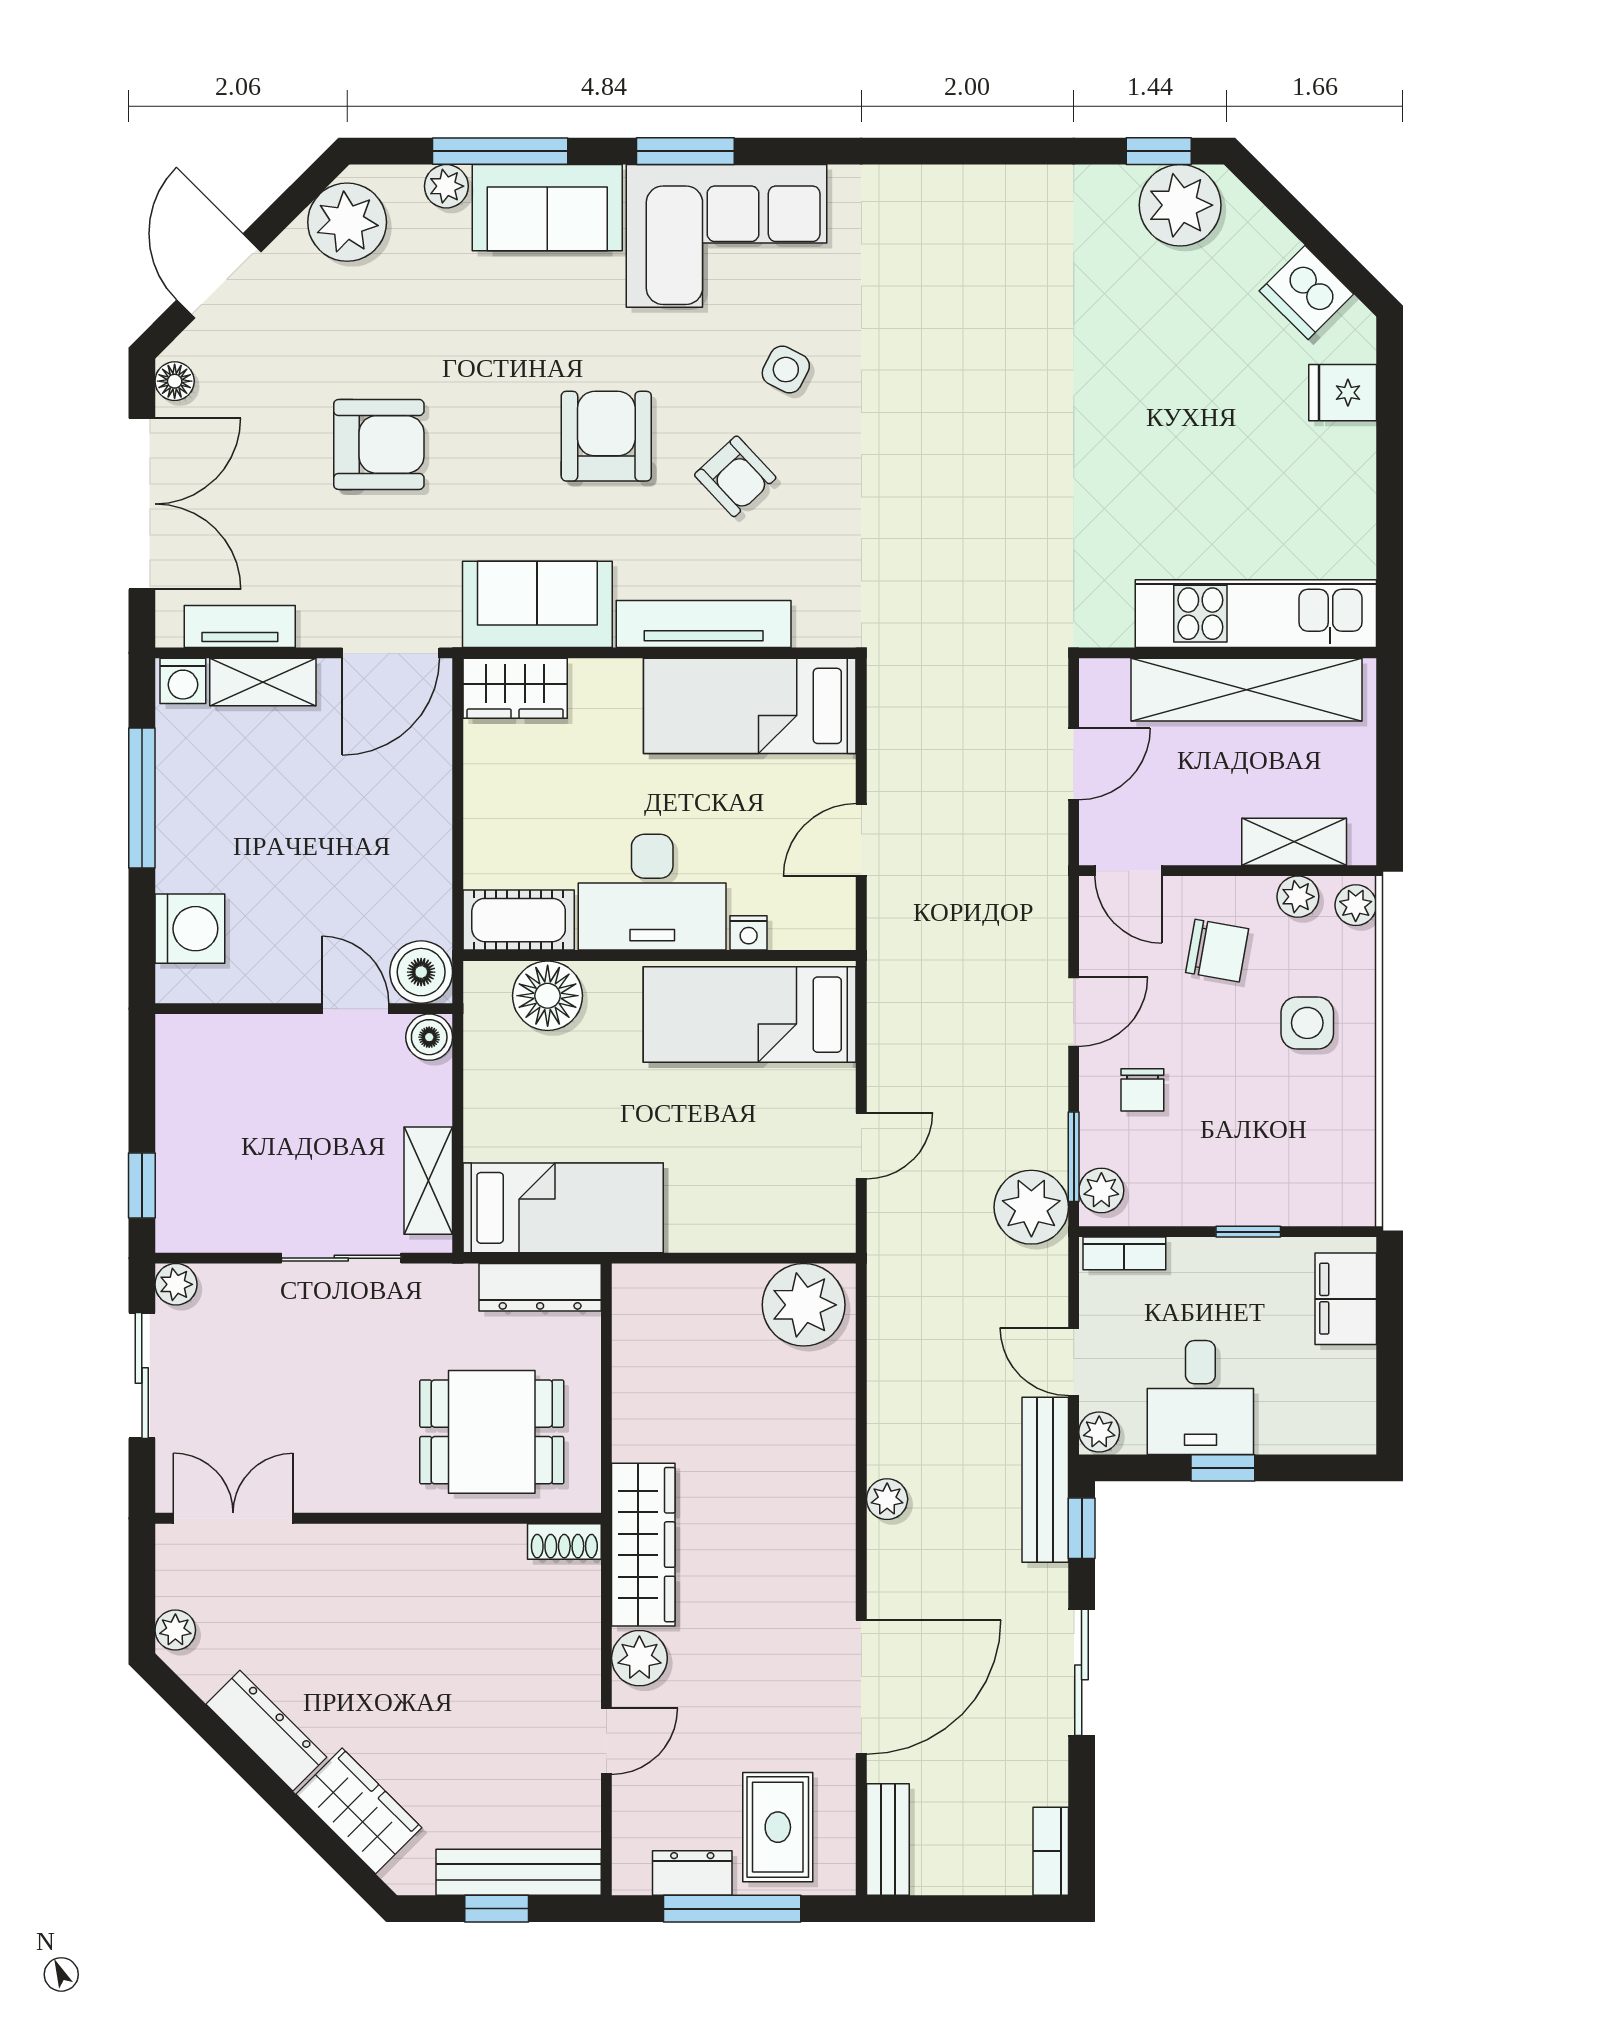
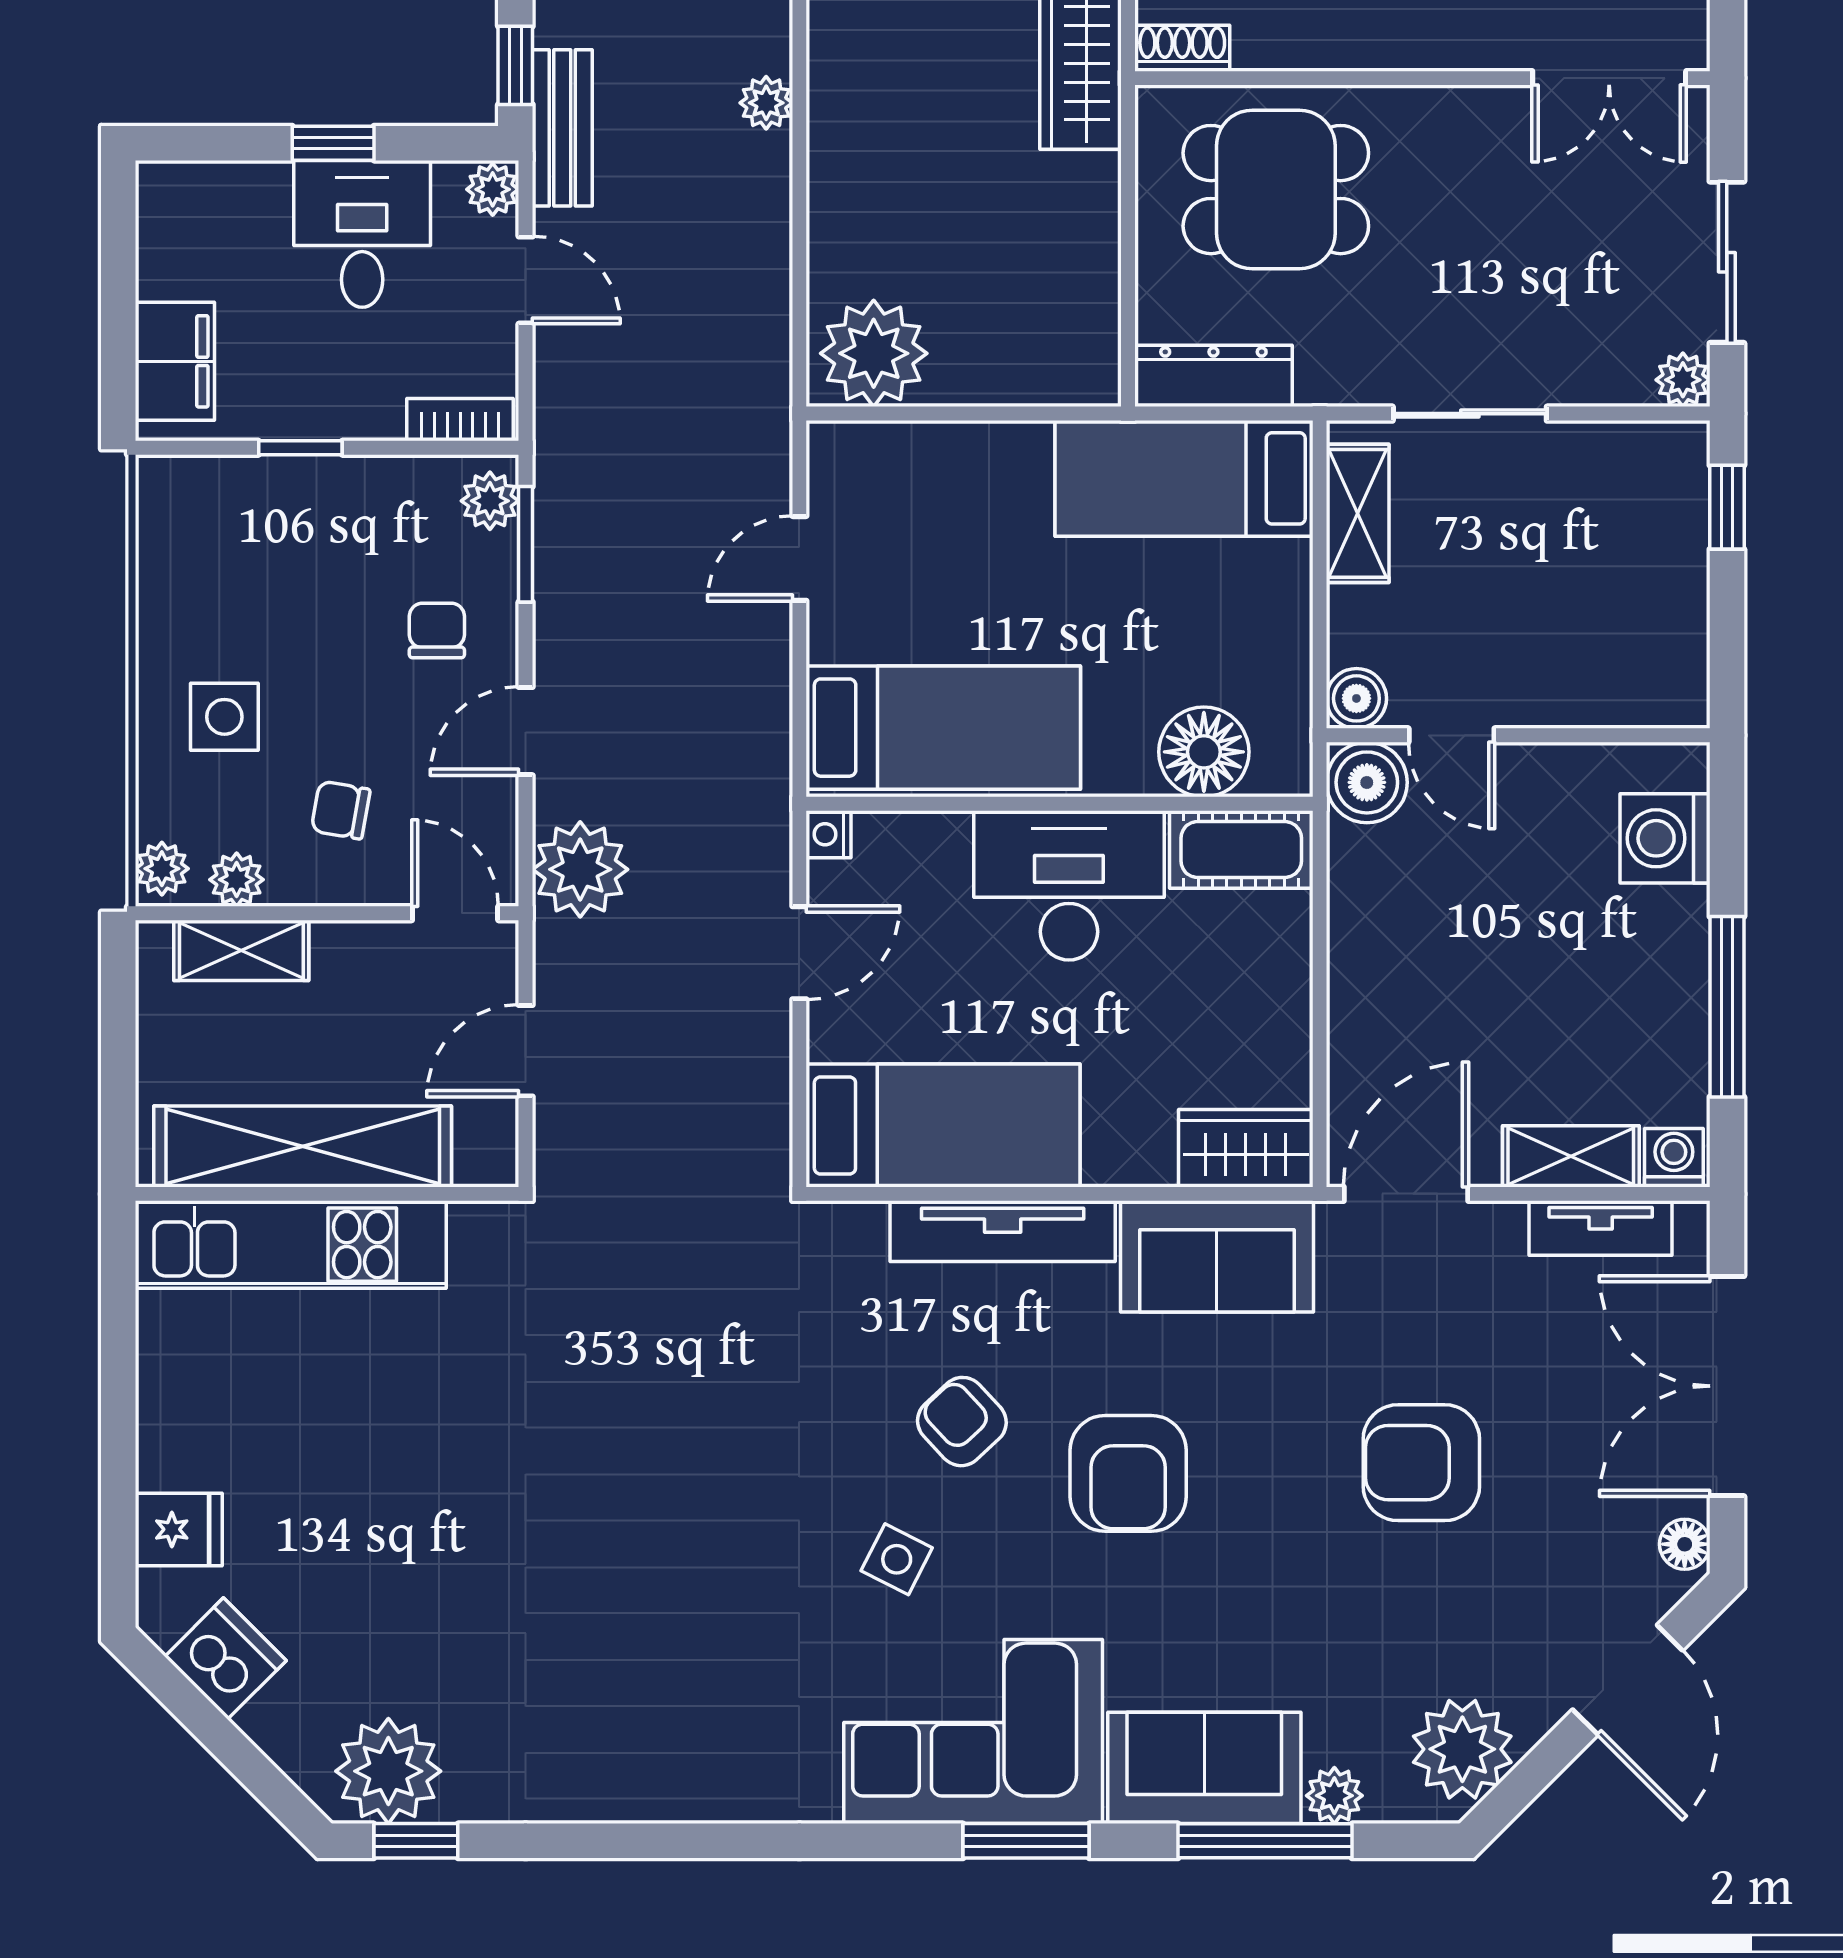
nightstand: (749, 933) -> (829, 834), moved, turned -90
chair: (1217, 951) -> (341, 810), width x0.73, depth x0.73
plant: (1031, 1207) -> (580, 869), moved
bench: (1045, 1480) -> (562, 128), width x0.73

